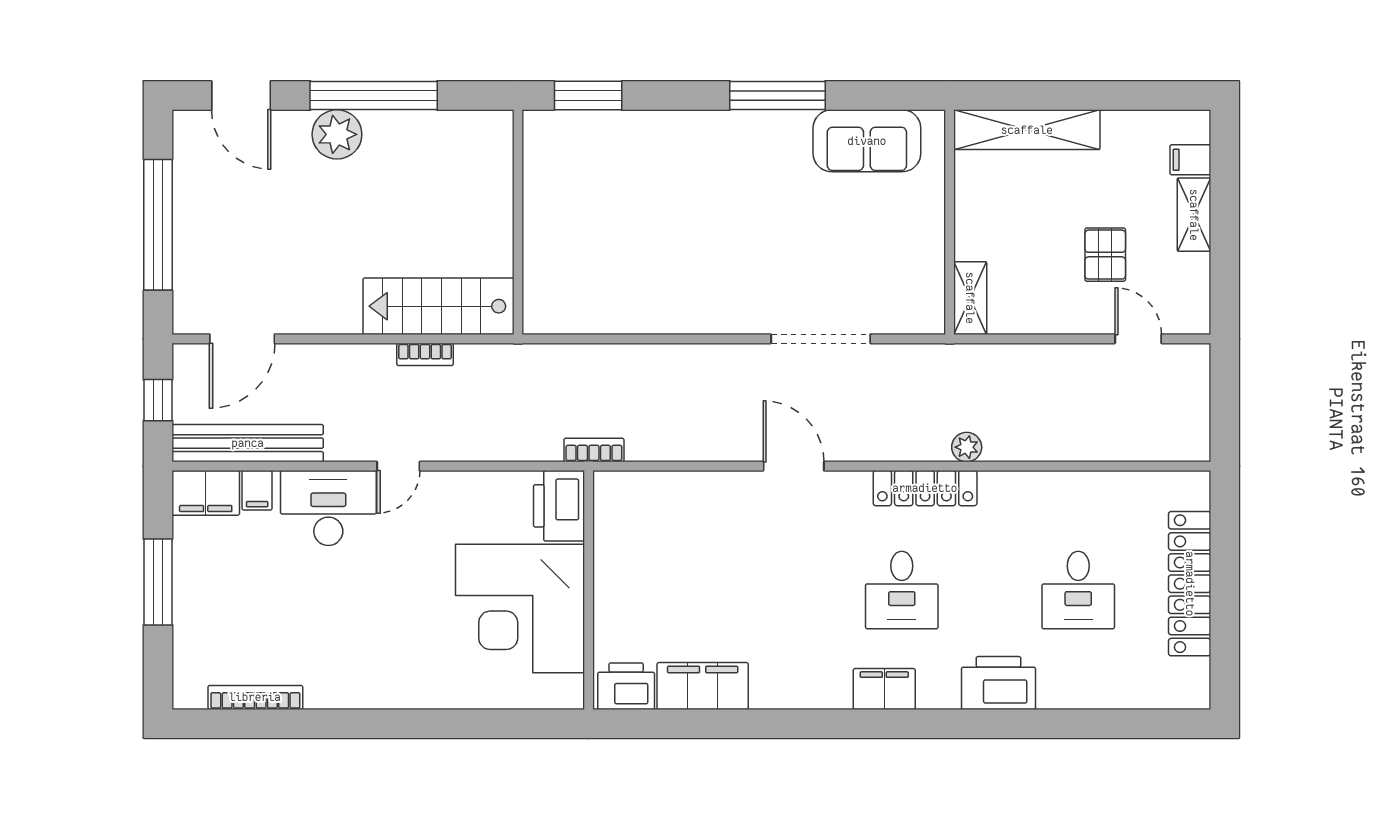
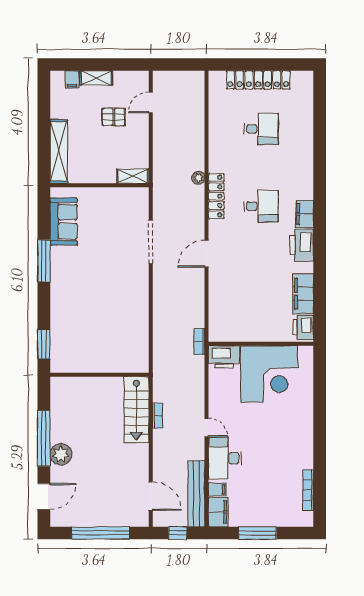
printer: (999, 683) -> (302, 245), moved

